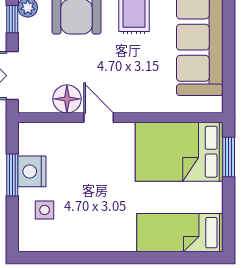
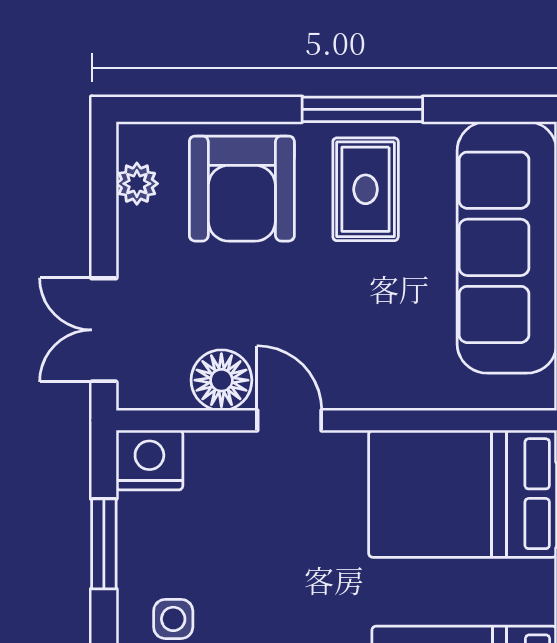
window: (12, 19) -> (104, 209), removed
nightstand: (32, 171) -> (149, 460), moved, turned 90

